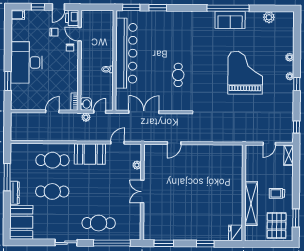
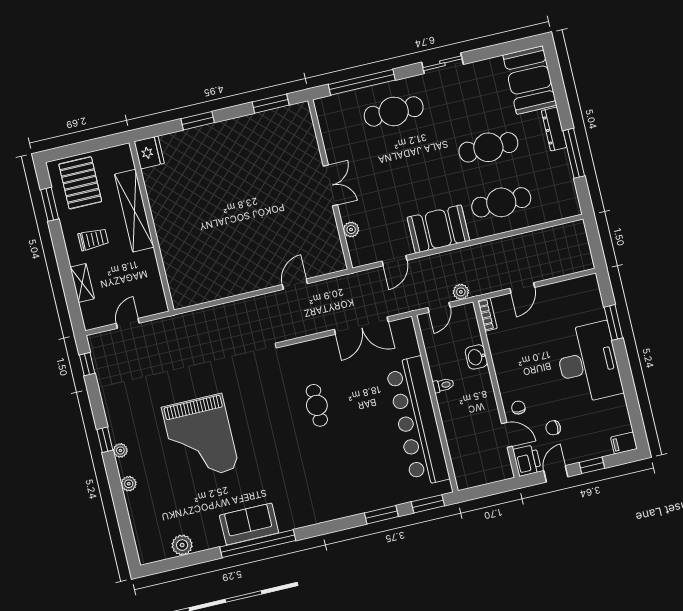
washbasin: (86, 104) -> (476, 357), moved
shelving: (289, 155) -> (82, 283), moved

